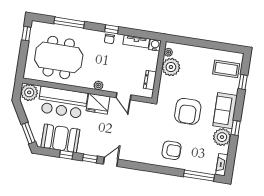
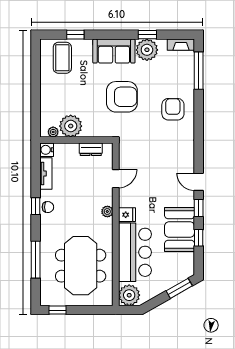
fridge: (98, 104) -> (127, 215), width x0.53, depth x0.75
window: (236, 128) -> (147, 35), moved
booth: (60, 138) -> (180, 230), moved

